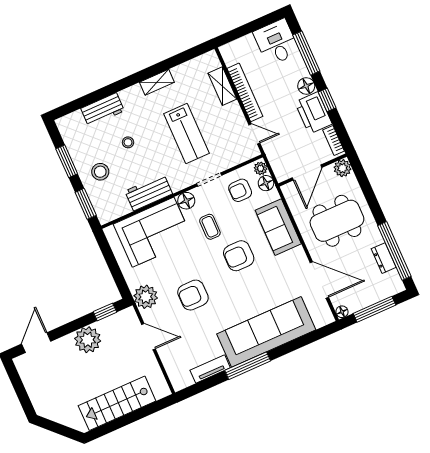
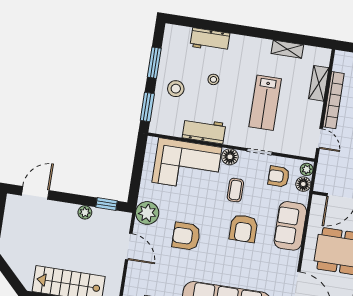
shelving: (157, 82) -> (287, 49), moved
armchair: (239, 256) -> (243, 228), turned -90
plant: (88, 340) -> (85, 212), width x0.53, depth x0.53

